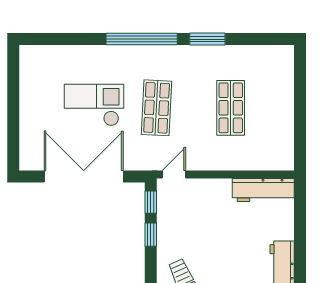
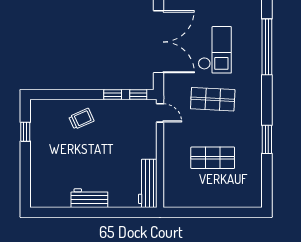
window: (142, 39) -> (267, 47), moved

